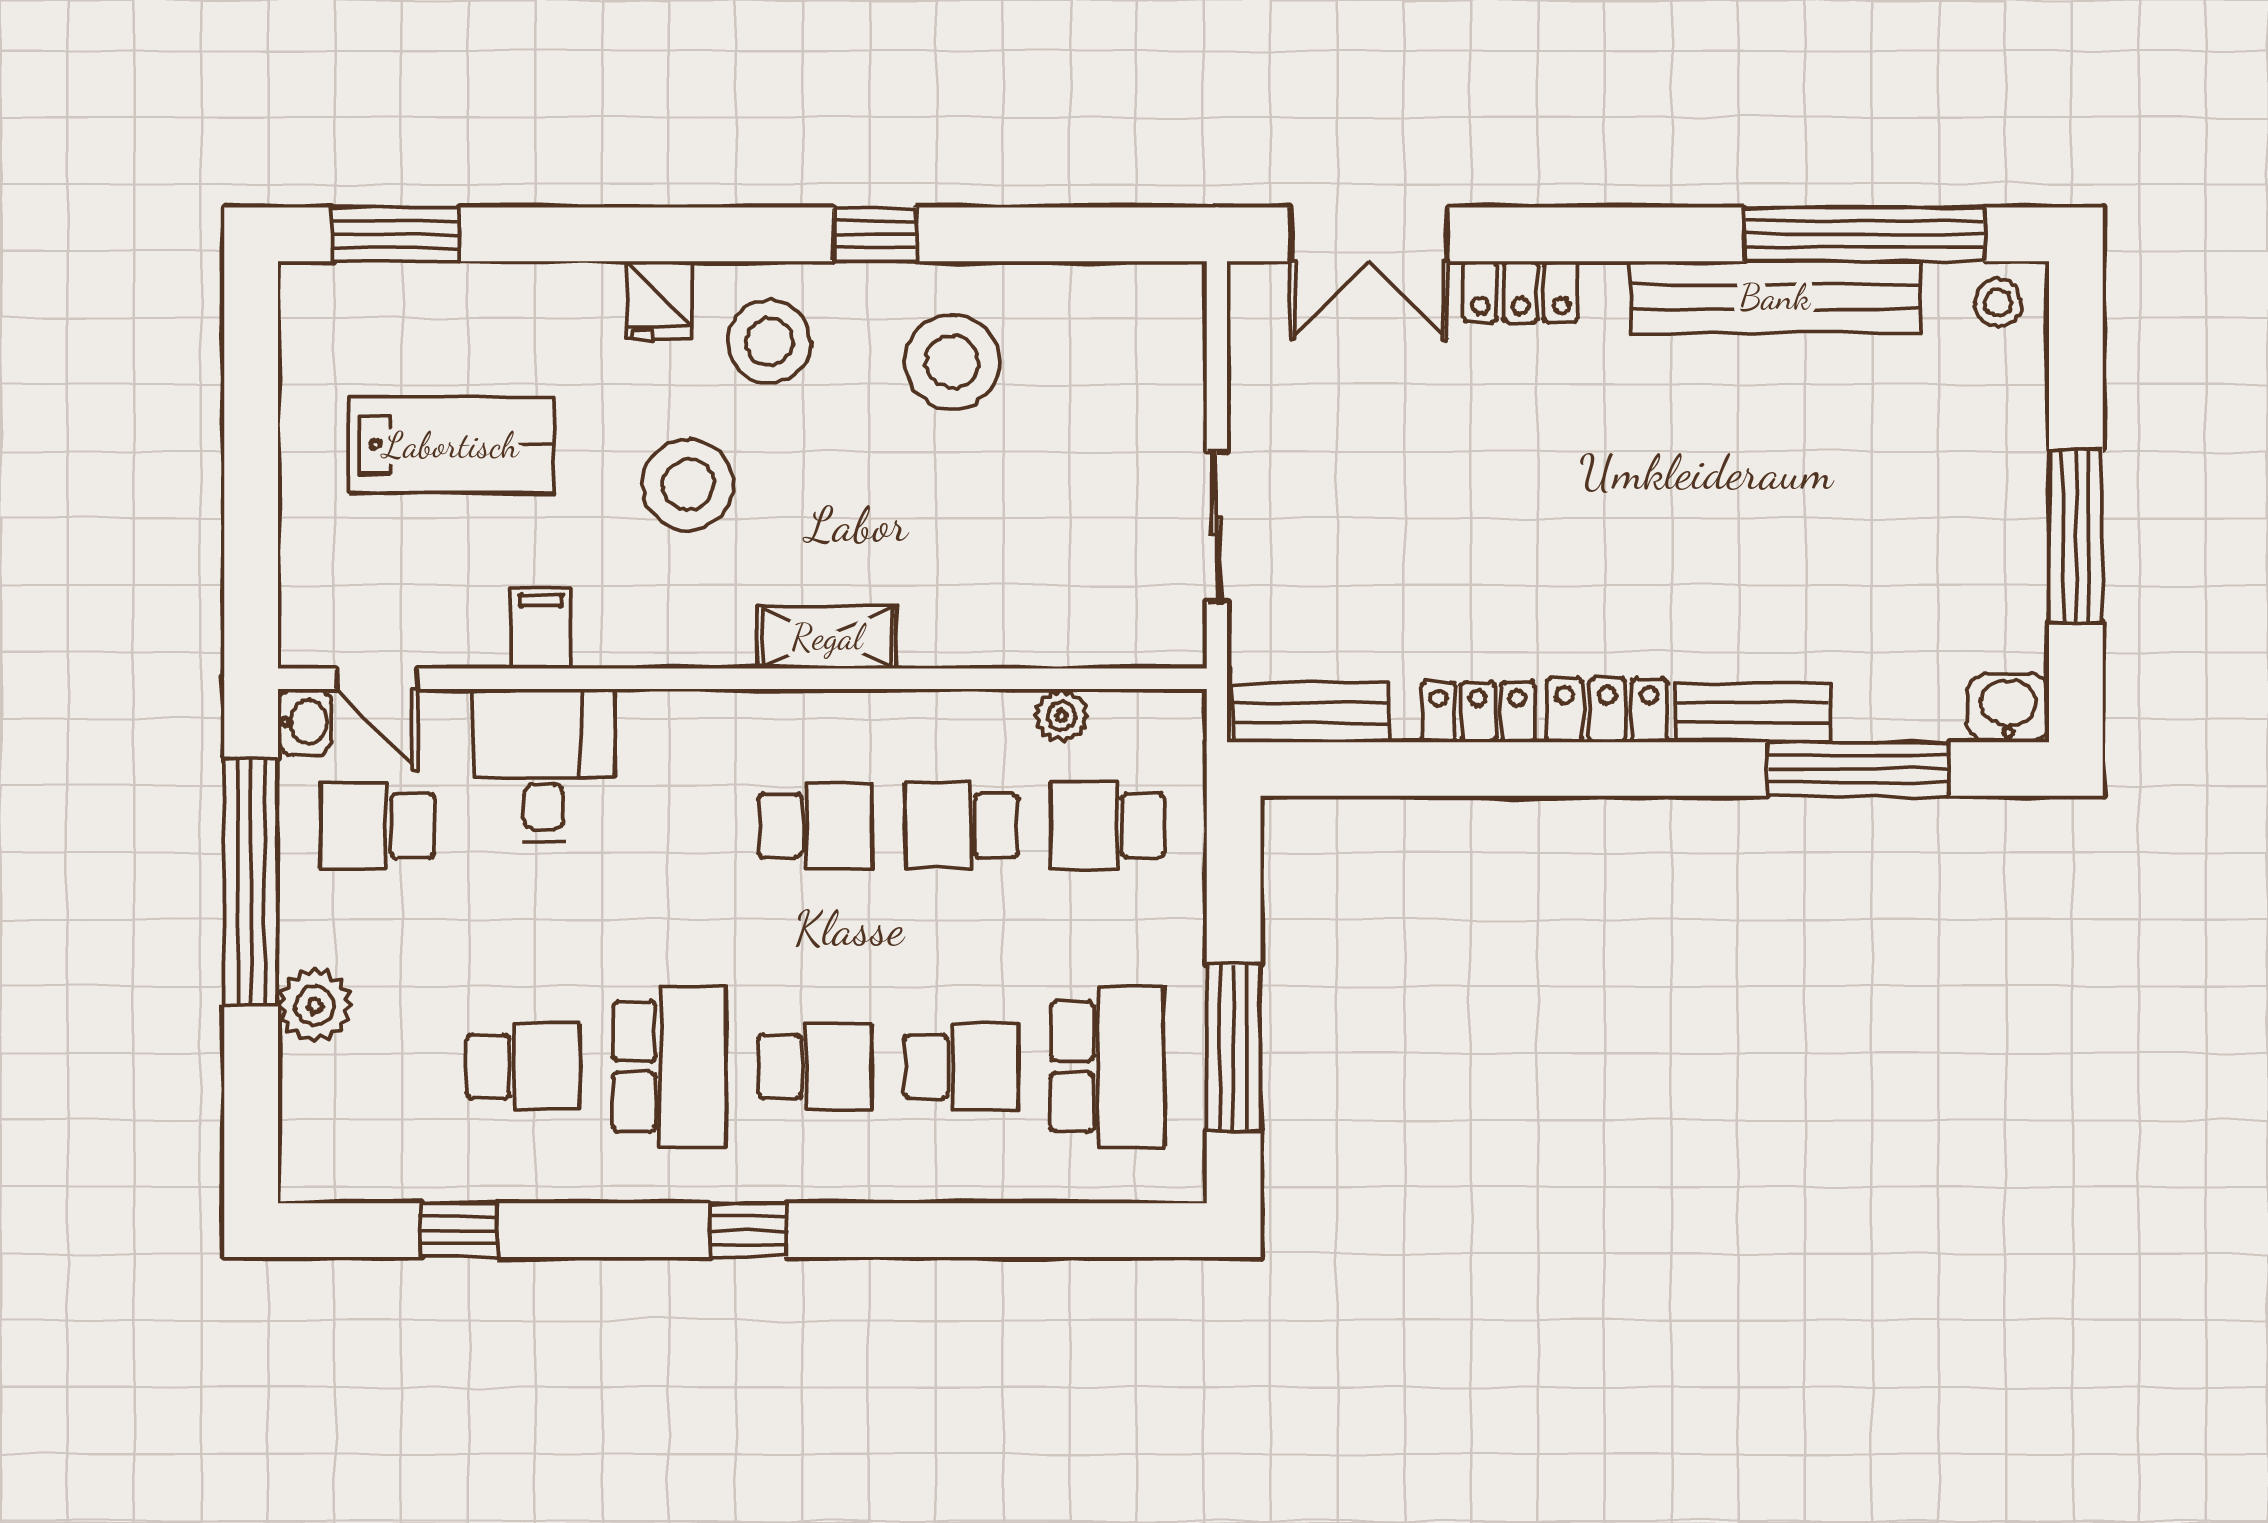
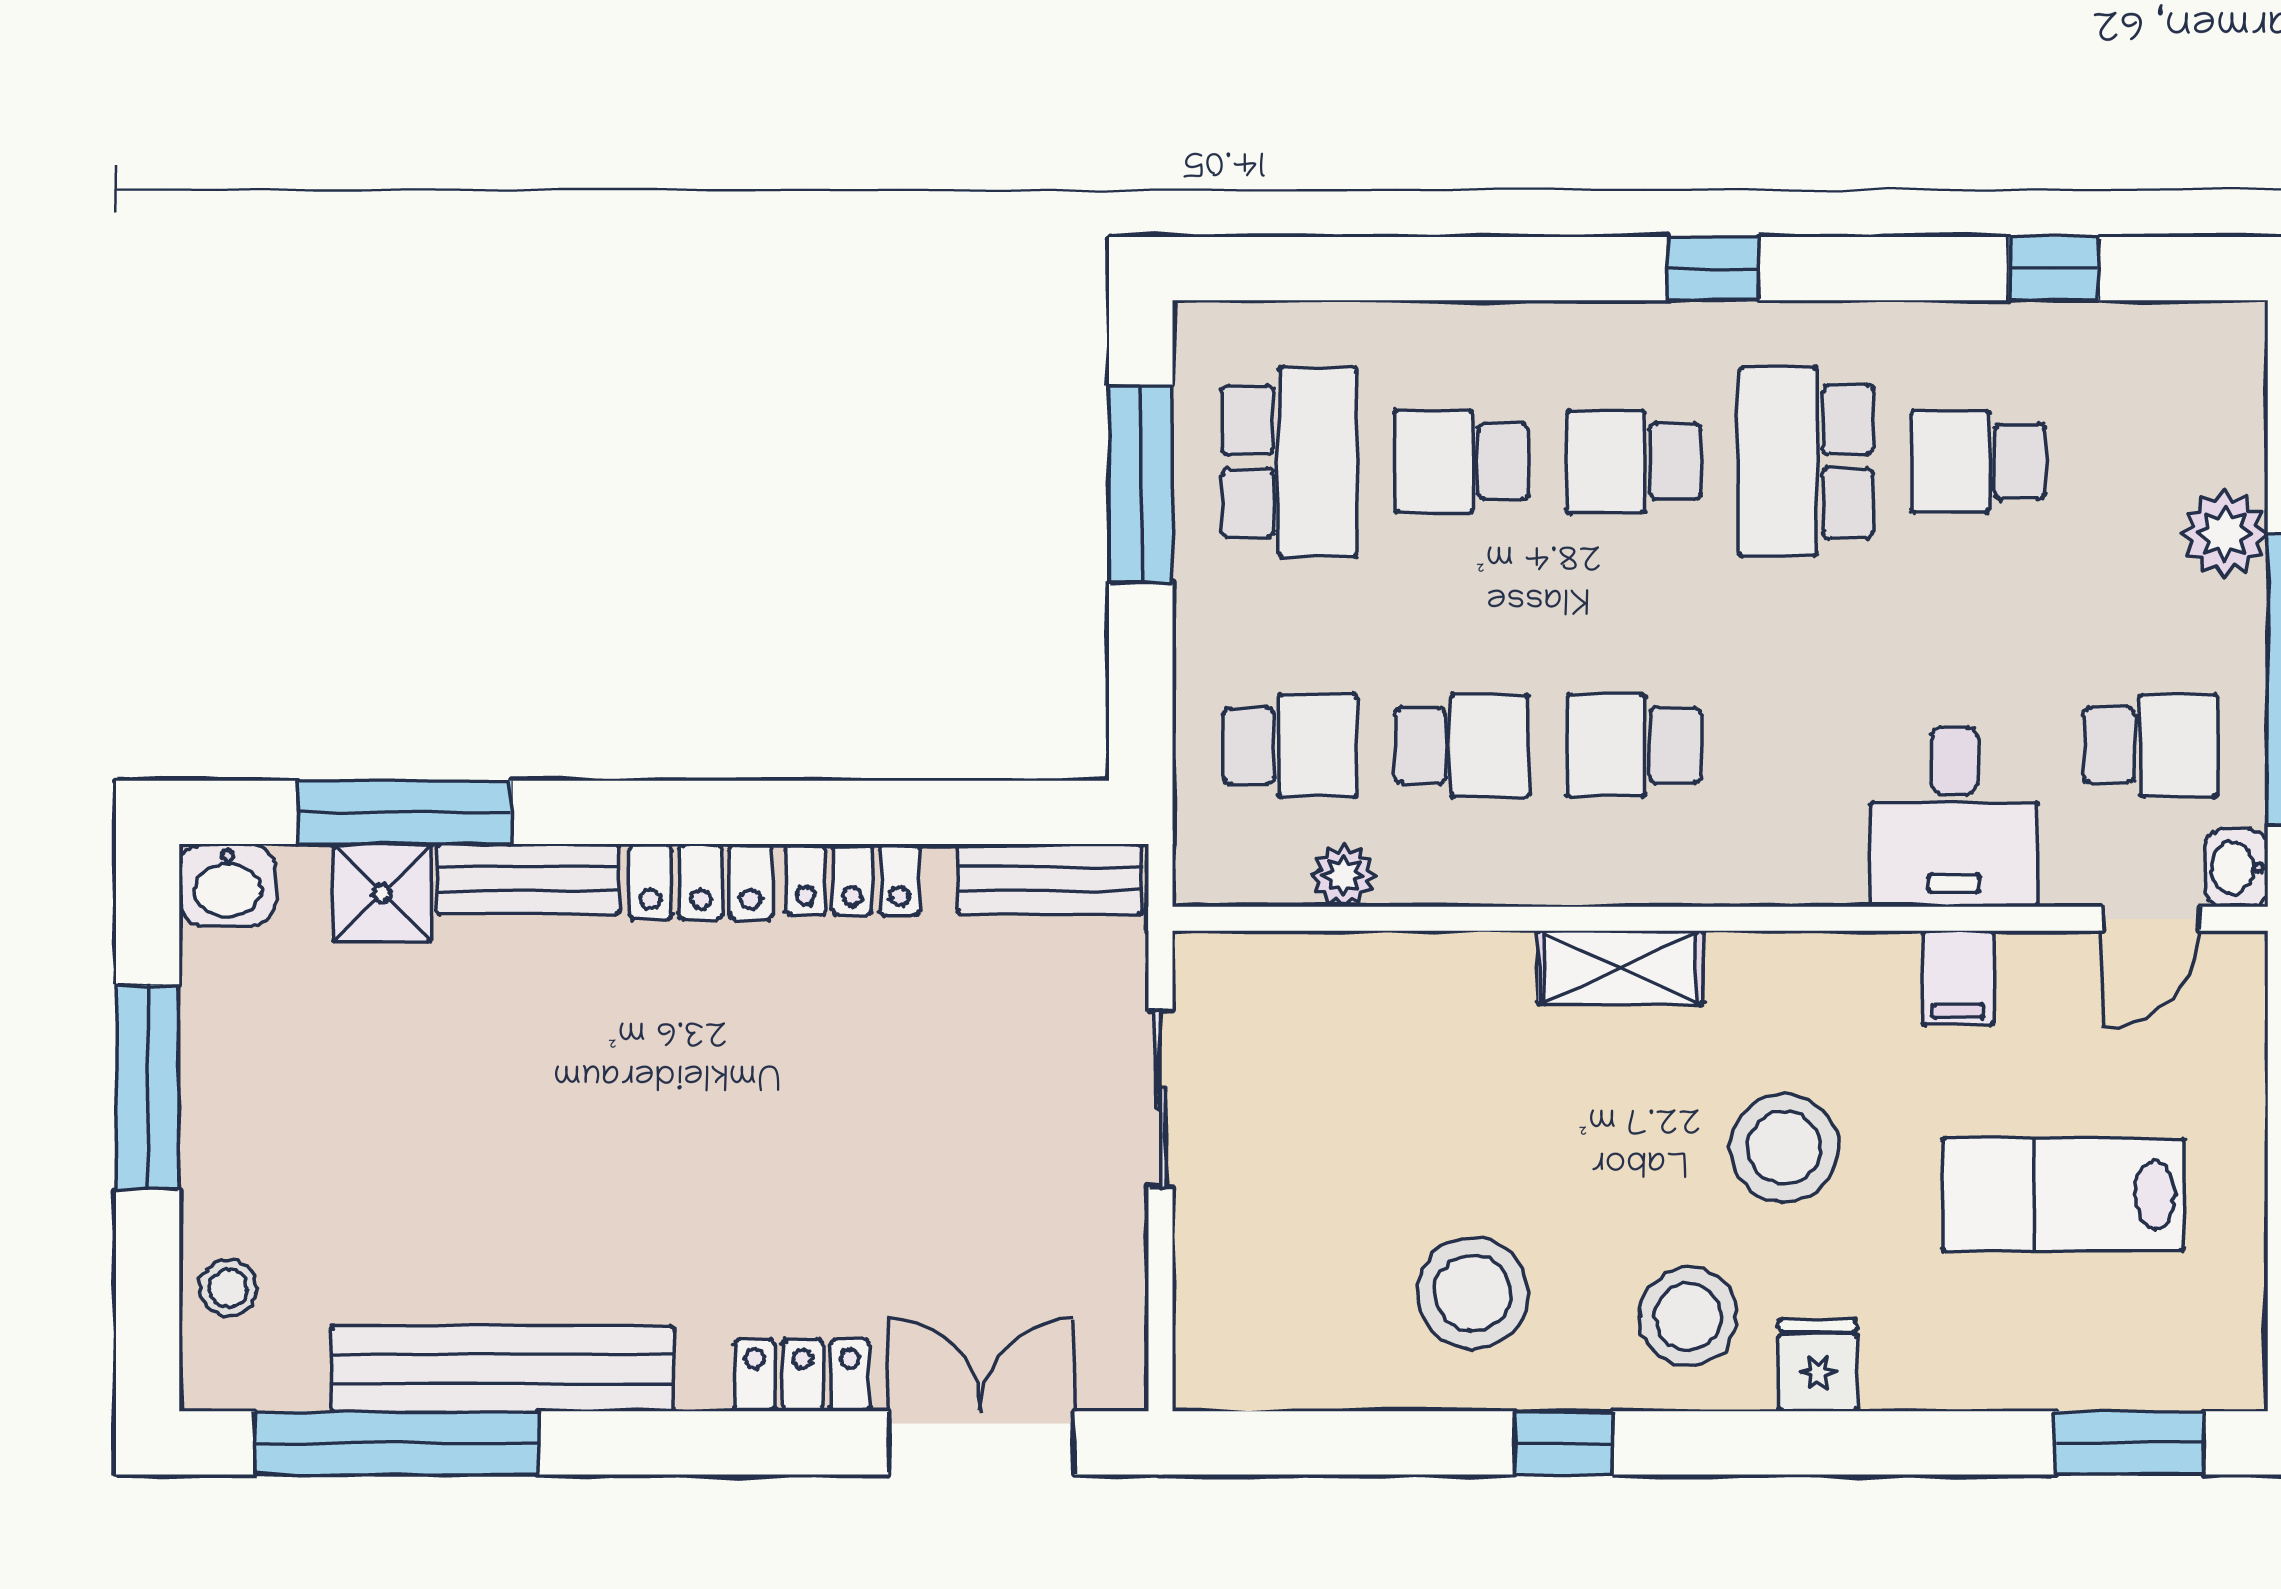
stool: (1998, 303) -> (228, 1288), moved
door: (377, 679) -> (2151, 919), swing flipped
shower: (1877, 701) -> (382, 893), added
school desk: (1107, 1067) -> (1290, 461), turned 180

